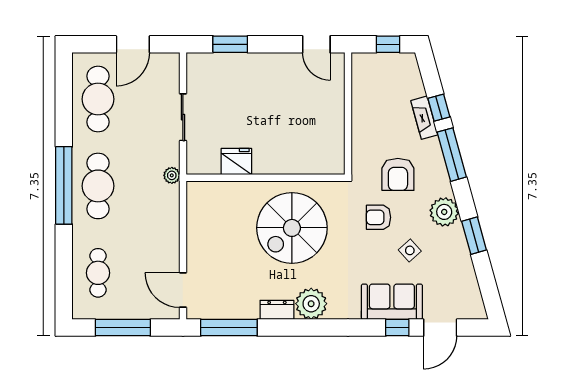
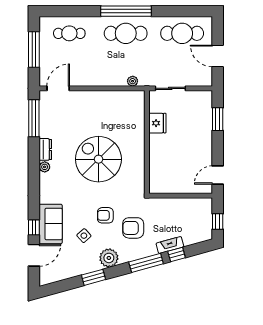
fridge: (236, 162) -> (157, 123), moved
wall: (266, 178) -> (147, 142), moved
armchair: (379, 217) -> (105, 215), turned -90
plant: (311, 304) -> (45, 167), width x0.53, depth x0.53
door: (440, 328) -> (34, 255), swing flipped

